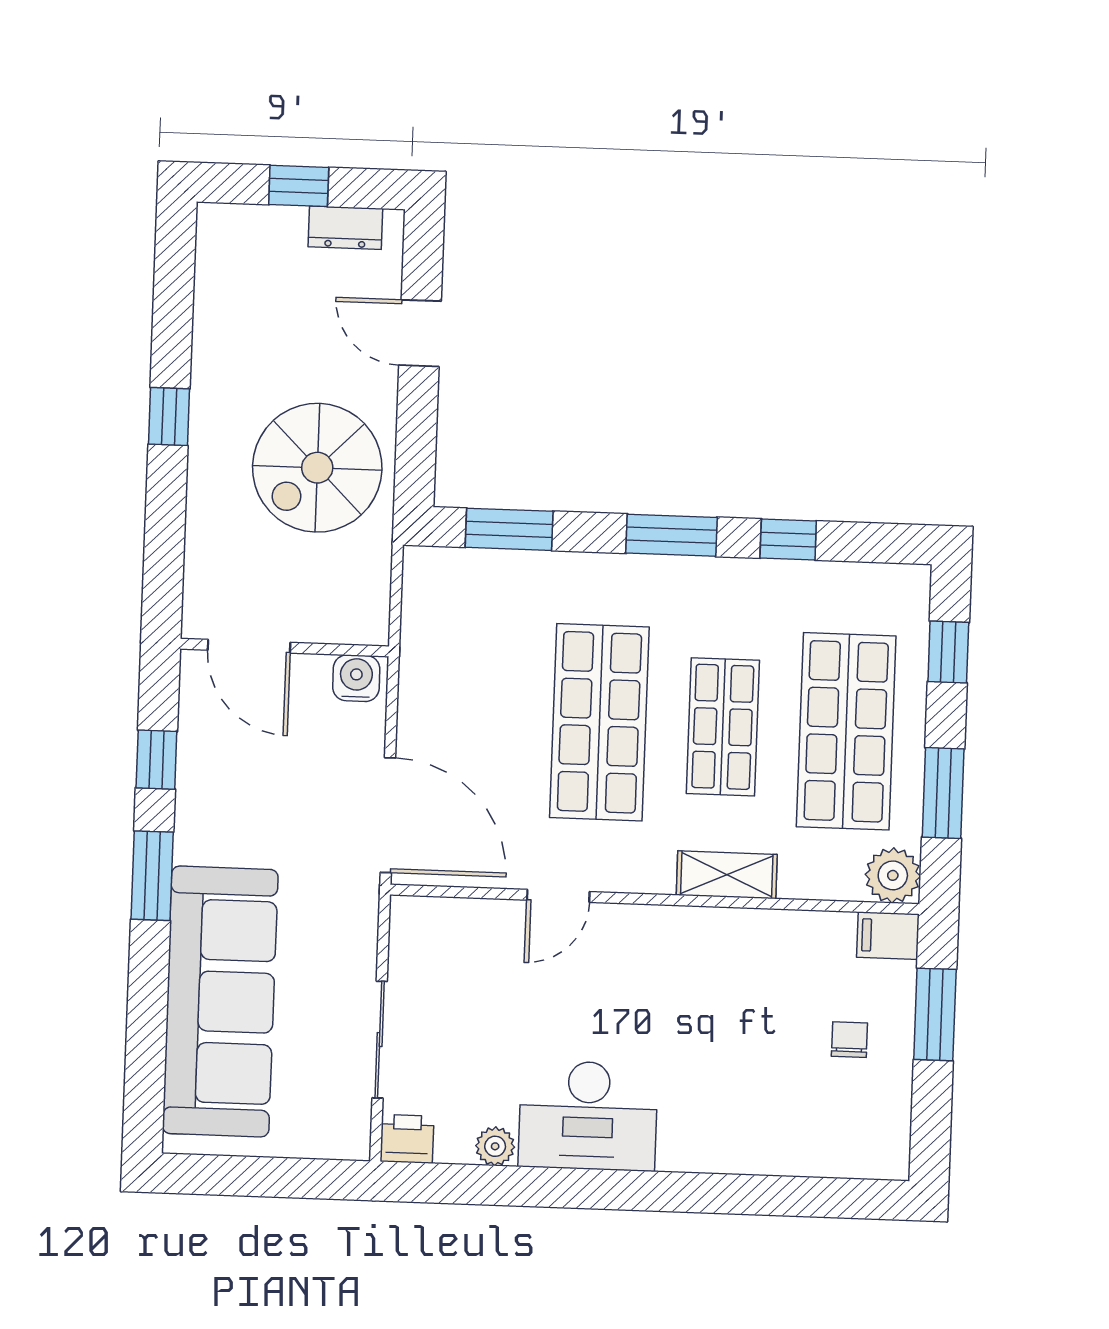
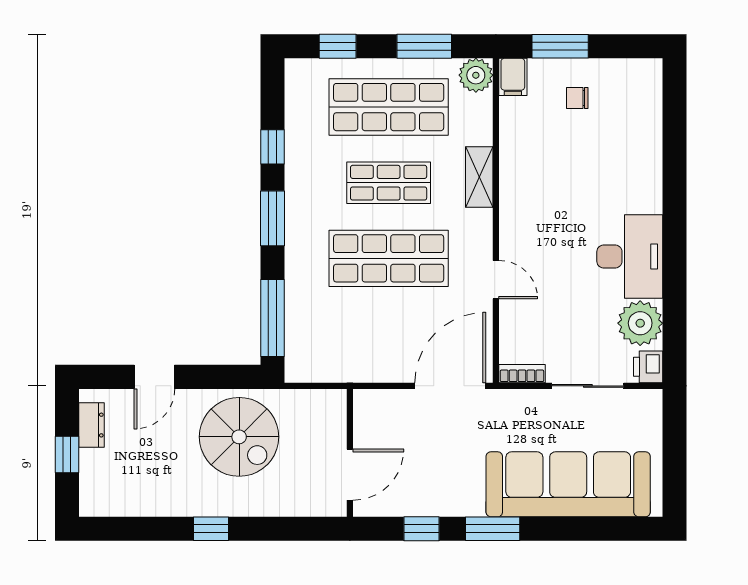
window: (509, 529) -> (272, 318), width x1.44
water cooler: (356, 678) -> (367, 408), removed
bookcase: (404, 933) -> (522, 374), added
plant: (495, 1146) -> (640, 323), width x1.87, depth x1.87

